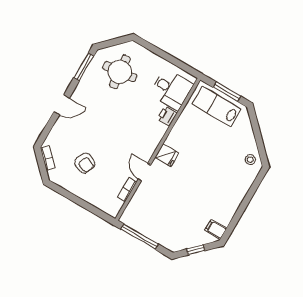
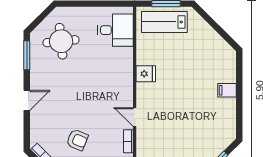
printer: (167, 116) -> (126, 56), removed
fridge: (167, 155) -> (146, 74), moved
stool: (250, 160) -> (222, 51), removed
filing cabinet: (216, 229) -> (227, 90), moved

